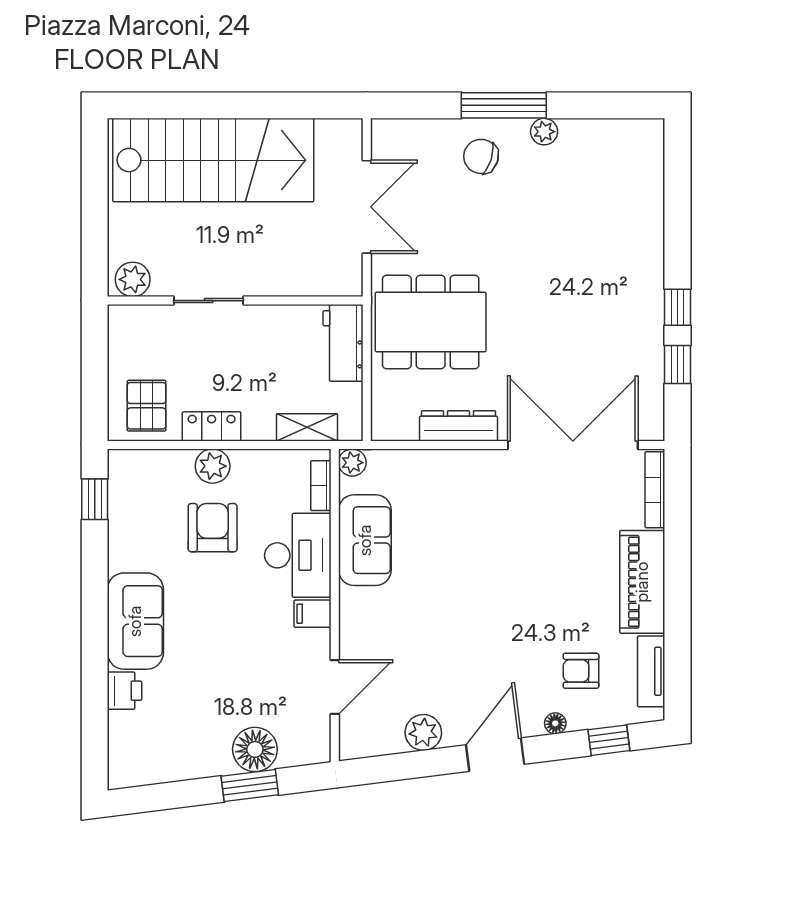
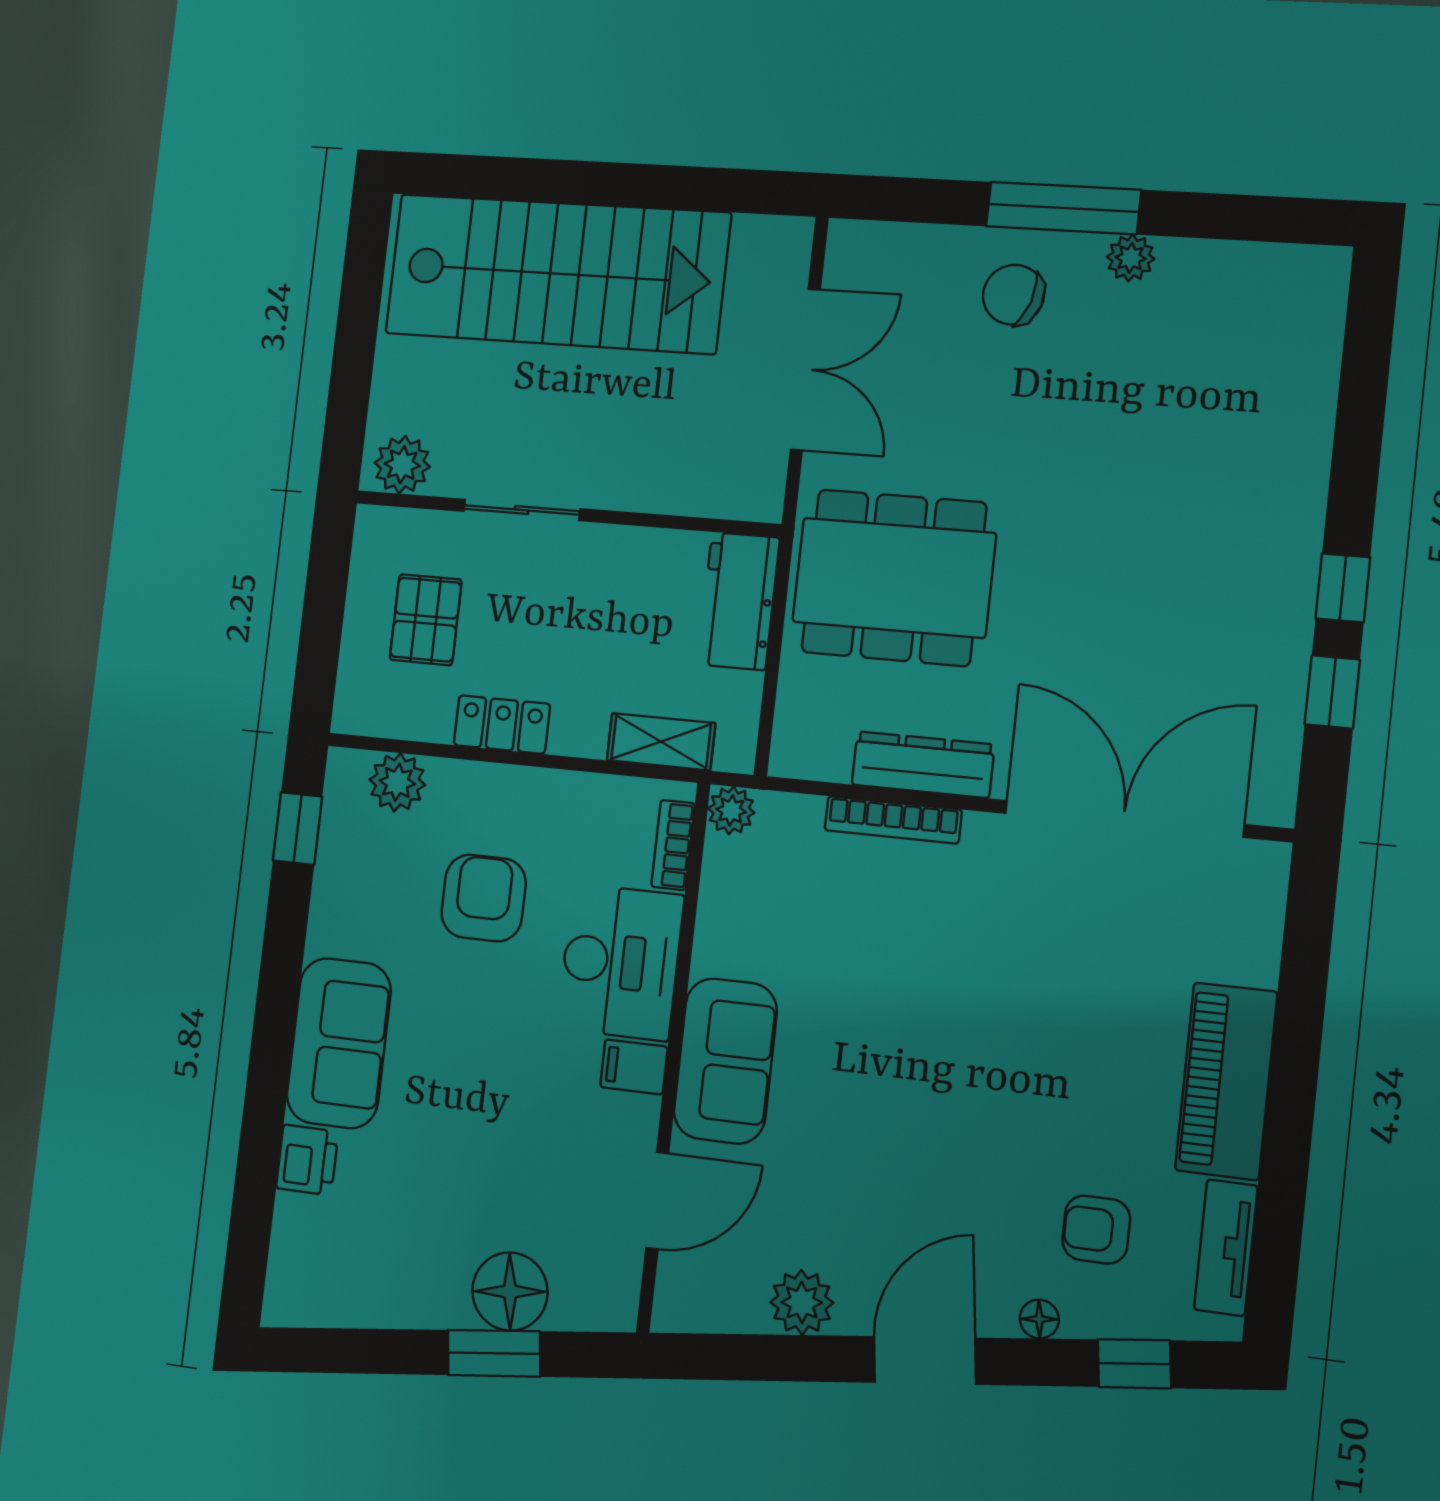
pallet: (147, 406) -> (426, 620), moved
plant: (213, 466) -> (397, 782), moved
bookcase: (655, 490) -> (893, 820), moved, turned -90
sofa: (365, 540) -> (725, 1061), moved

